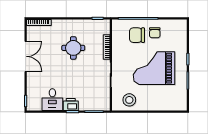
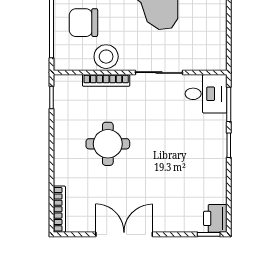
chair: (137, 35) -> (83, 23), turned 90
desk: (52, 100) -> (206, 94), moved
stool: (129, 100) -> (106, 57), moved
printer: (71, 104) -> (215, 218), moved

